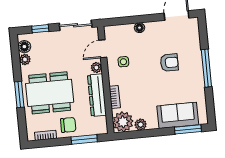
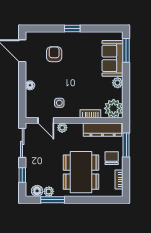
armchair: (169, 63) -> (54, 54), moved
window: (206, 68) -> (72, 28), width x0.46
window: (19, 95) -> (53, 200), moved
dresser: (97, 95) -> (103, 130), moved
plant: (141, 125) -> (118, 83), moved

